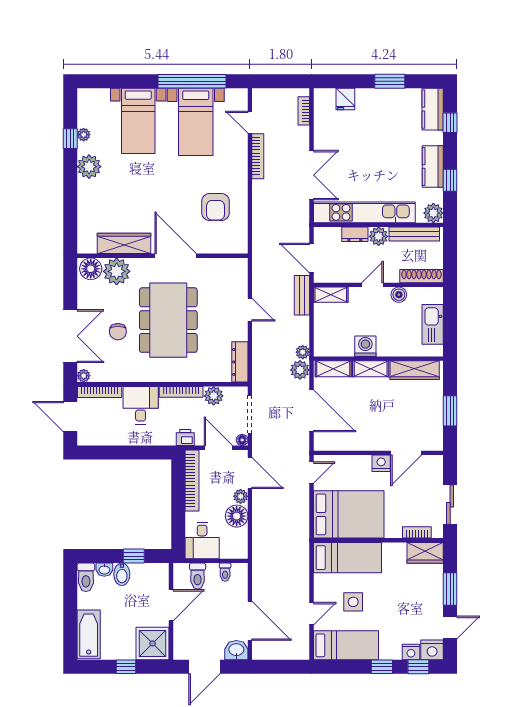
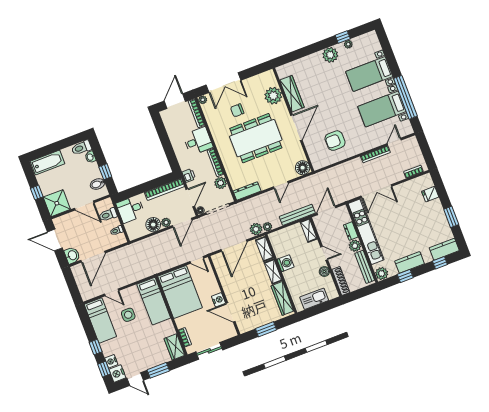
floor lamp: (91, 269) -> (303, 168), moved
bench: (302, 295) -> (297, 215), width x1.36
bidet: (122, 574) -> (97, 184), moved

